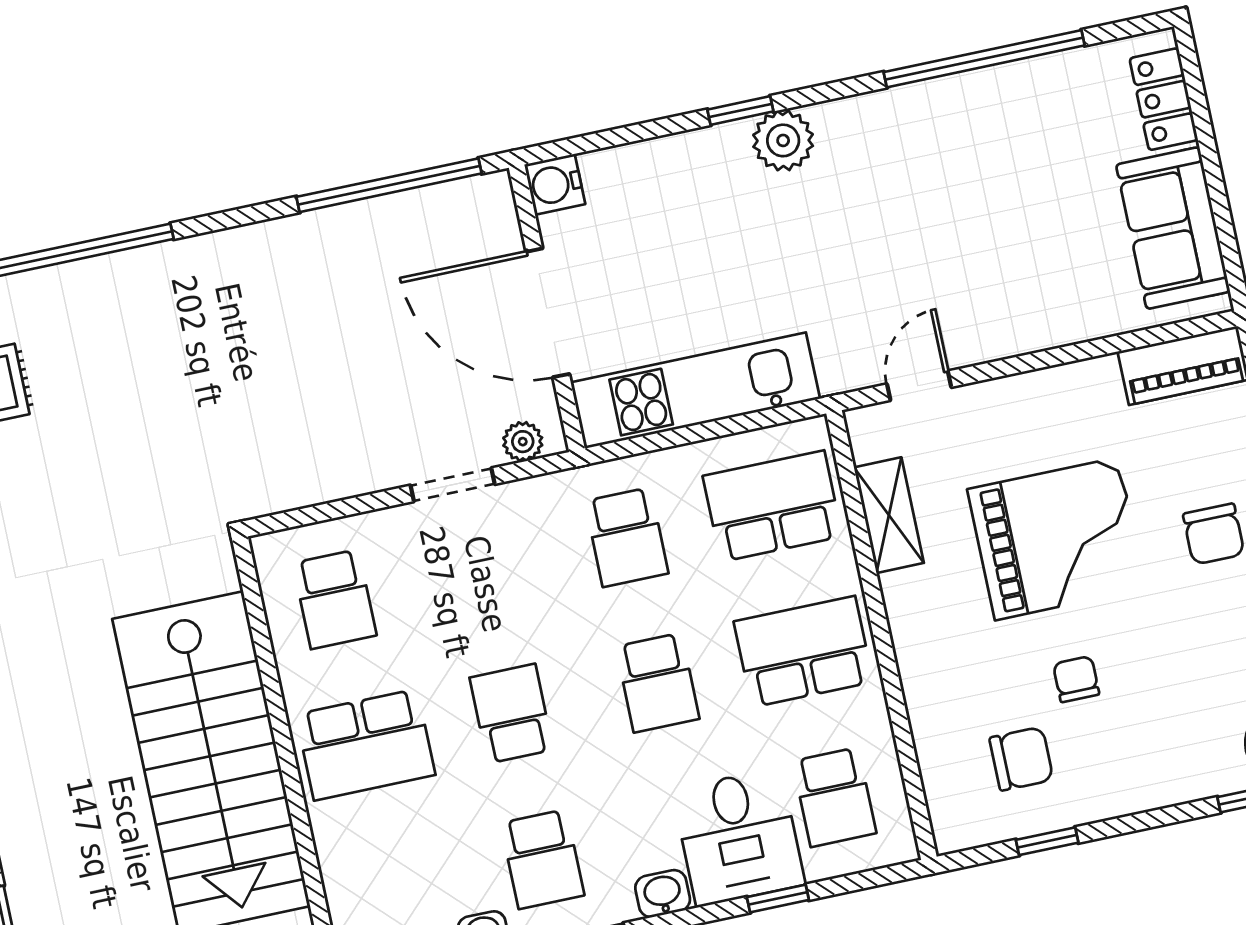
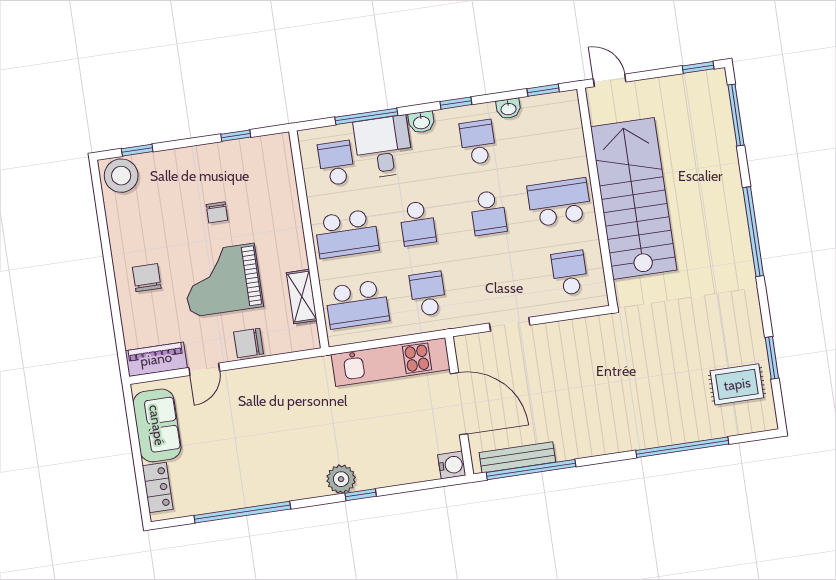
bench: (419, 209) -> (517, 457), added
door: (919, 386) -> (204, 369), moved
plant: (523, 442) -> (475, 343), removed
school desk: (657, 683) -> (418, 223), turned 180
chair: (1021, 759) -> (249, 343), moved
window: (778, 898) -> (366, 116), width x2.17

